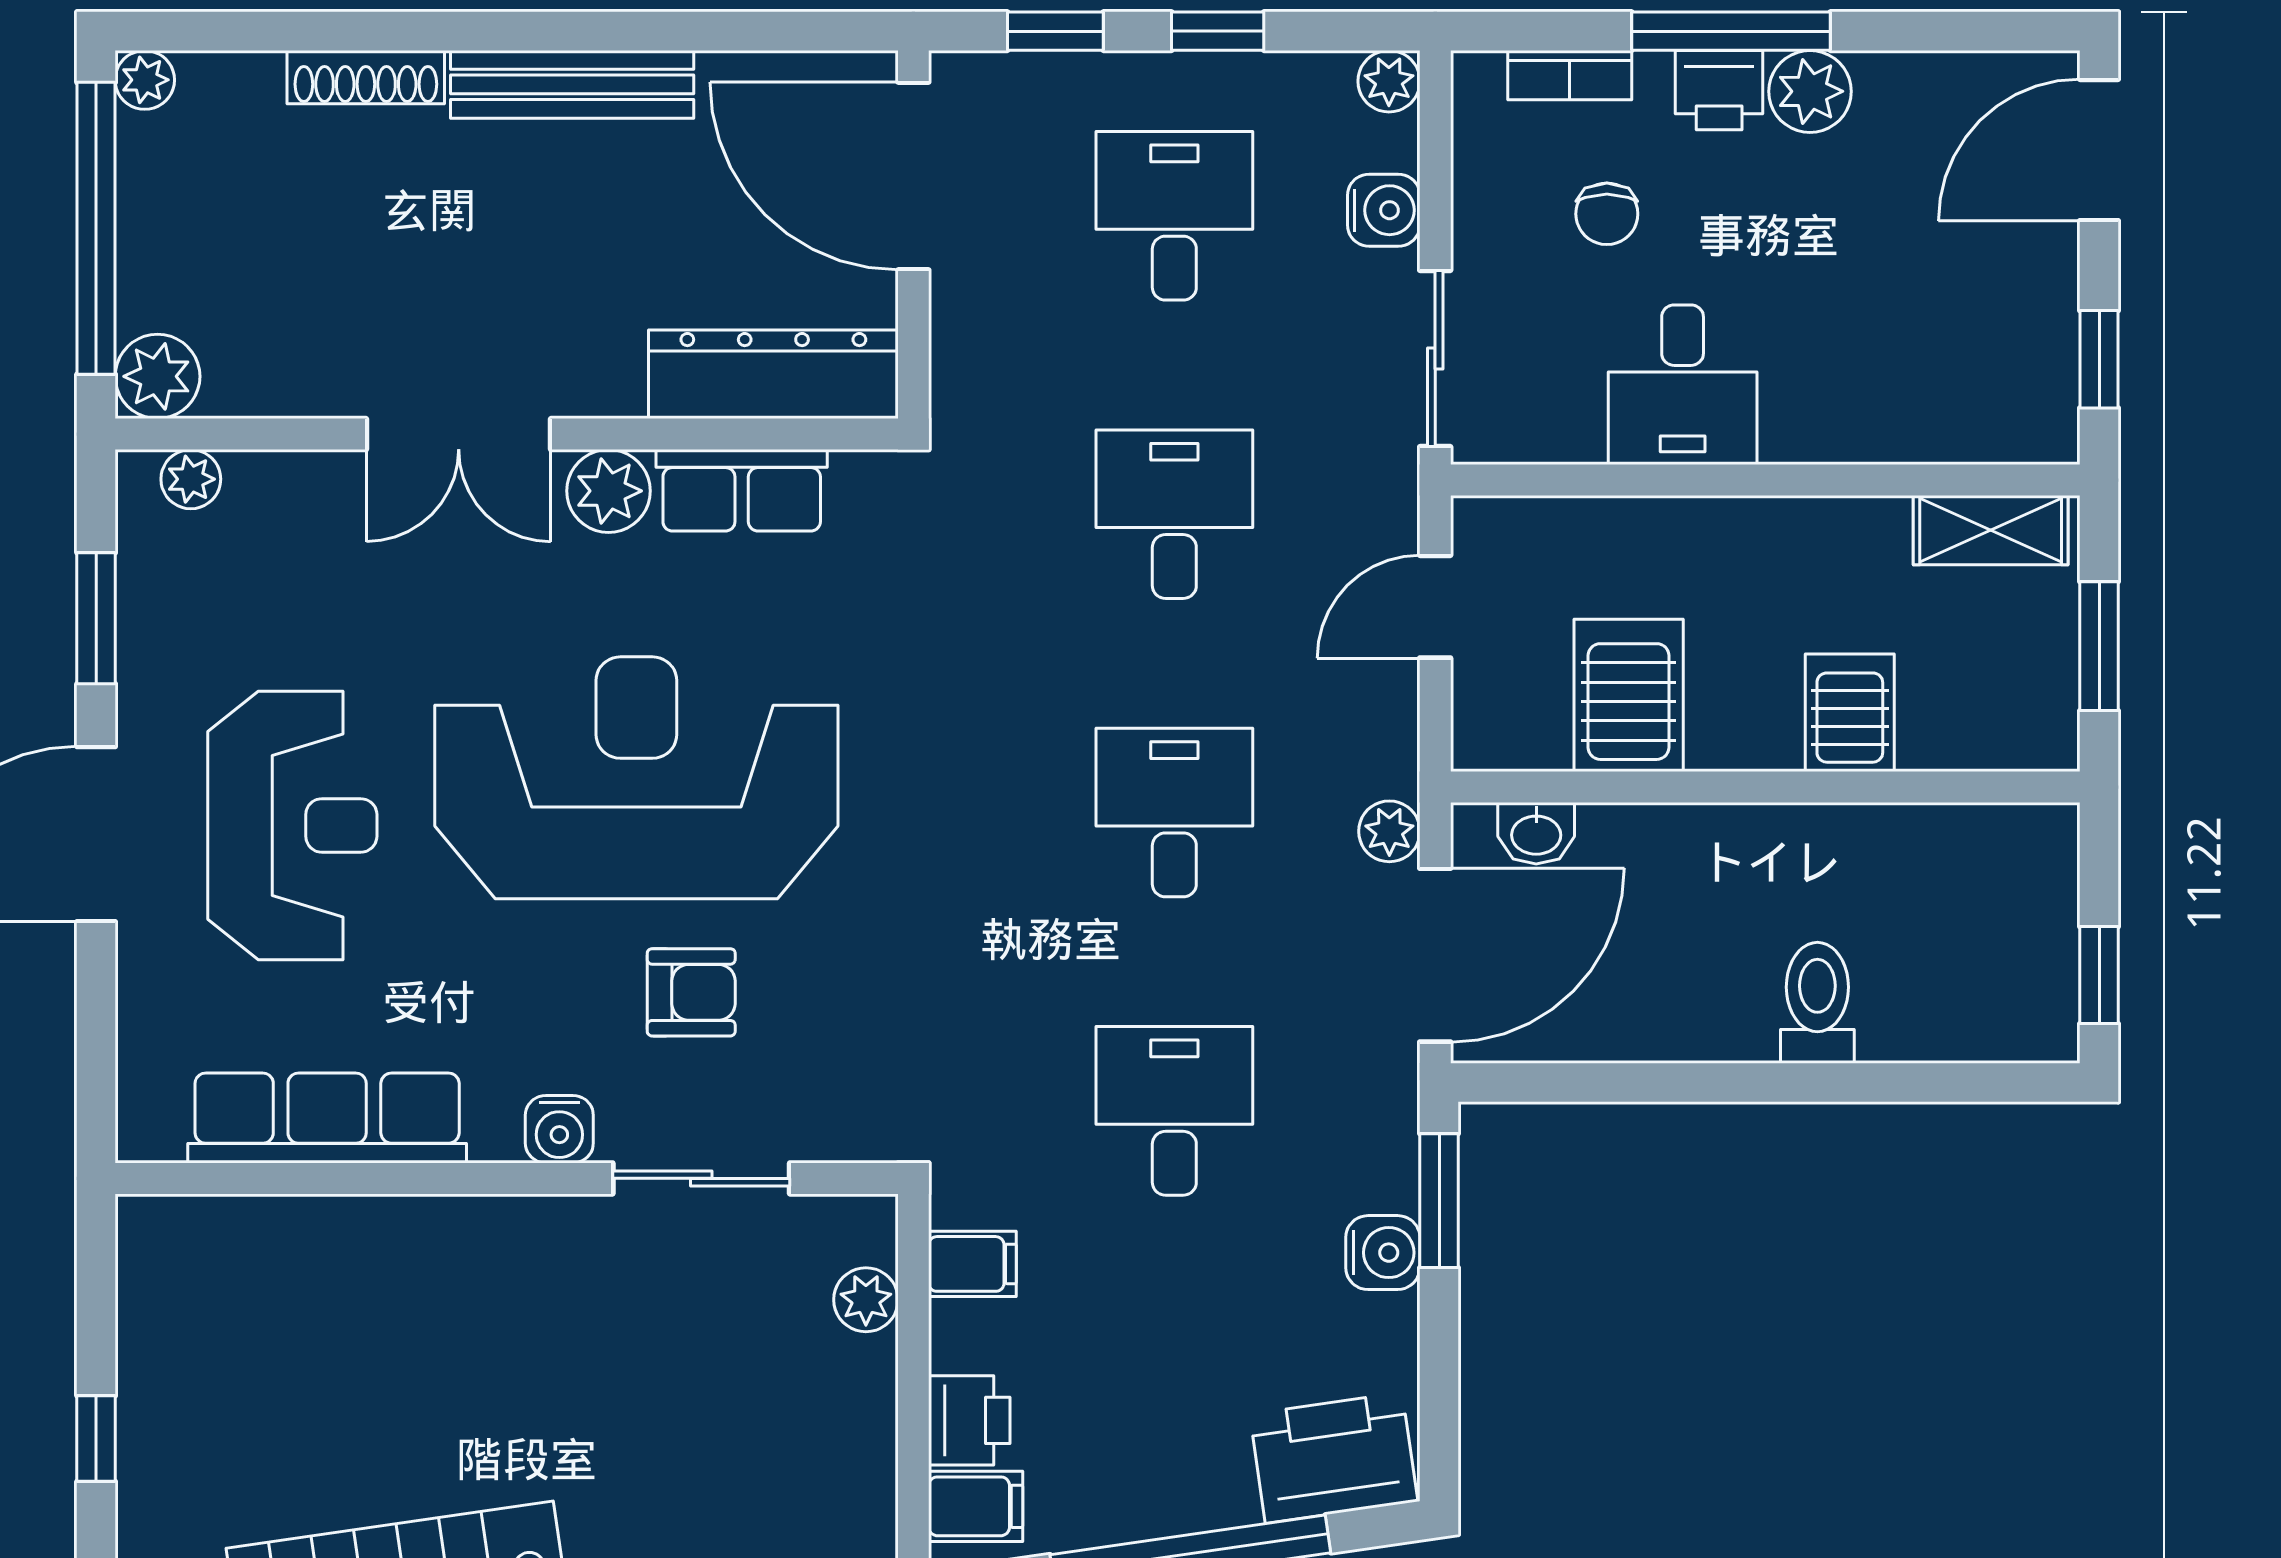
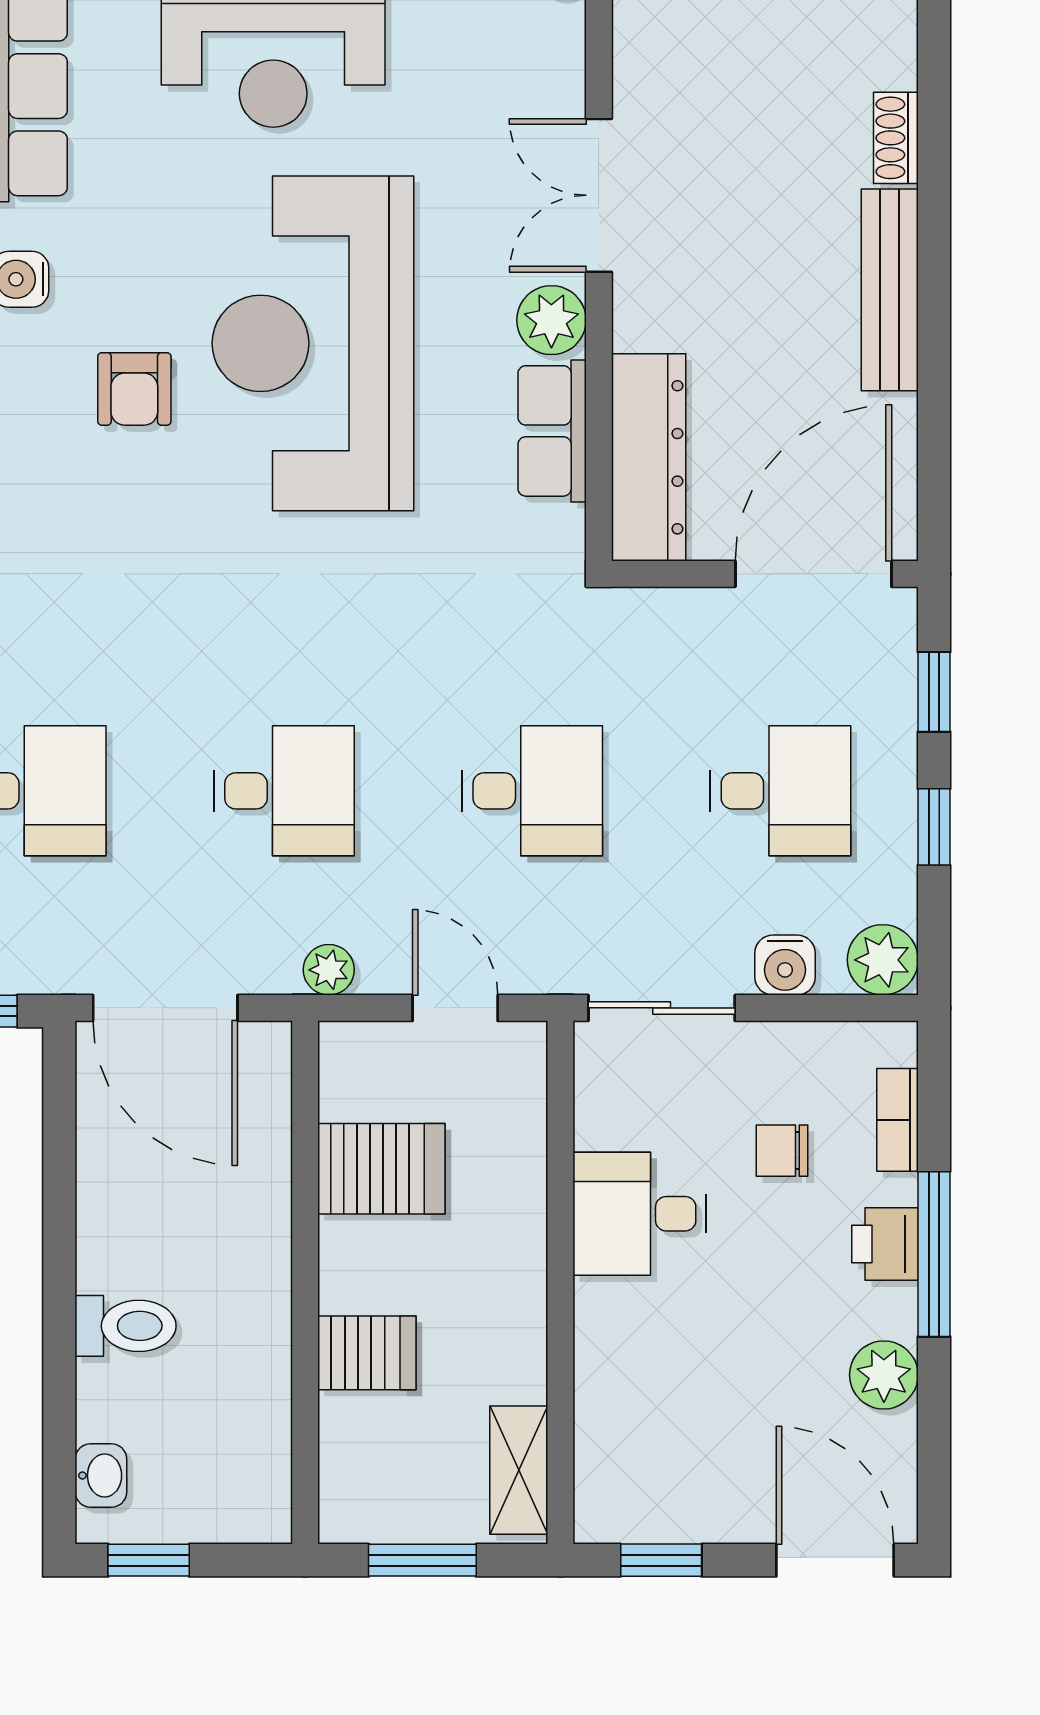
shoe rack: (366, 77) -> (896, 138), width x0.70
plant: (1389, 81) -> (883, 960), width x1.38, depth x1.38
plant: (1810, 91) -> (884, 1375), moved
reception desk: (636, 778) -> (313, 343), turned 180
plant: (1389, 831) -> (329, 970), moved
washbasin: (1536, 833) -> (101, 1475), moved, turned 180

